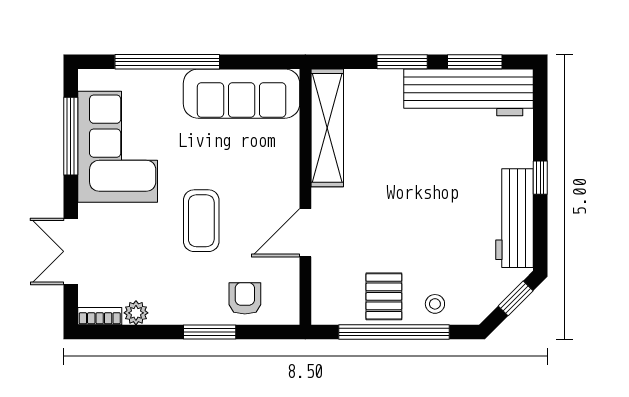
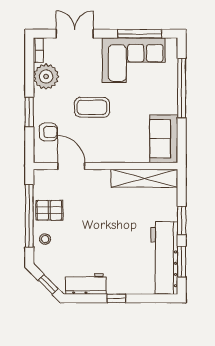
sofa: (242, 94) -> (164, 139), width x0.73
workbench: (514, 218) -> (86, 284), width x0.73
door: (305, 233) -> (71, 166), moved
plant: (136, 313) -> (46, 76), width x1.87, depth x1.87

